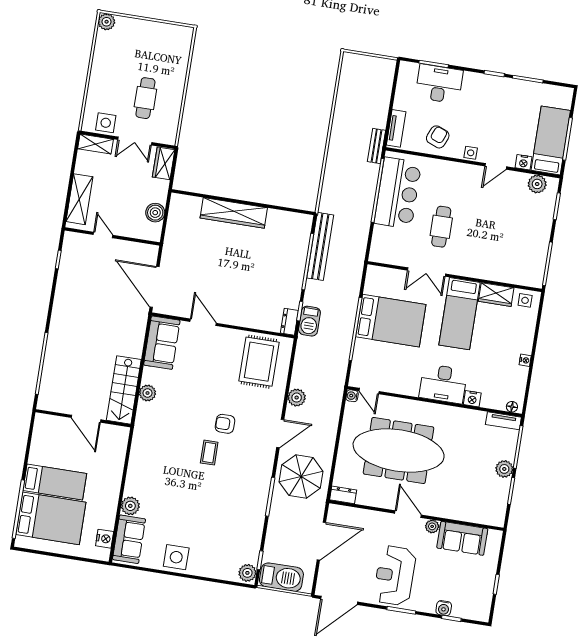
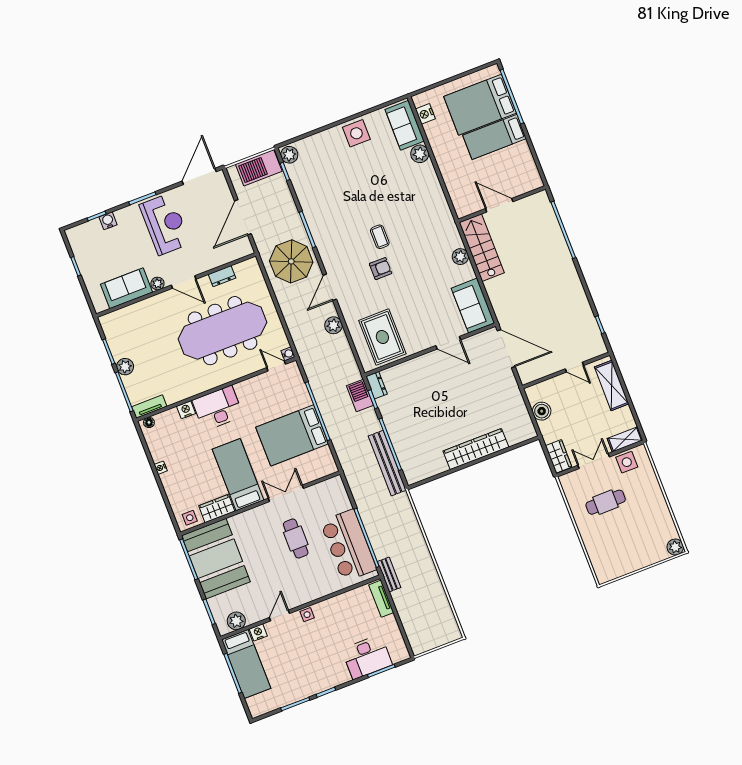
cafe table: (145, 98) -> (606, 502), turned 90
armchair: (438, 137) -> (342, 612), removed
booth: (523, 250) -> (216, 559), added
dresser: (343, 495) -> (222, 276), moved

